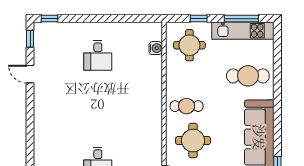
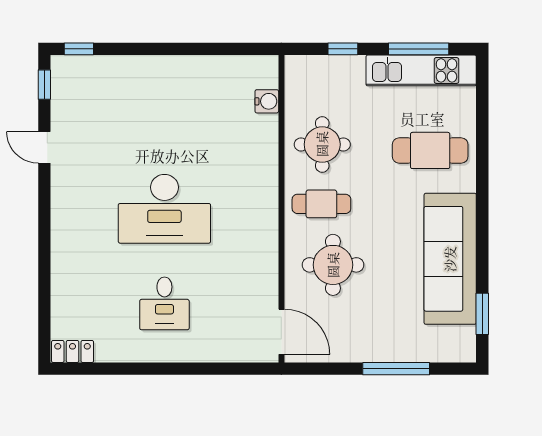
round table: (189, 45) -> (322, 144), moved
desk: (98, 55) -> (164, 209), moved, width x1.87, depth x1.30

